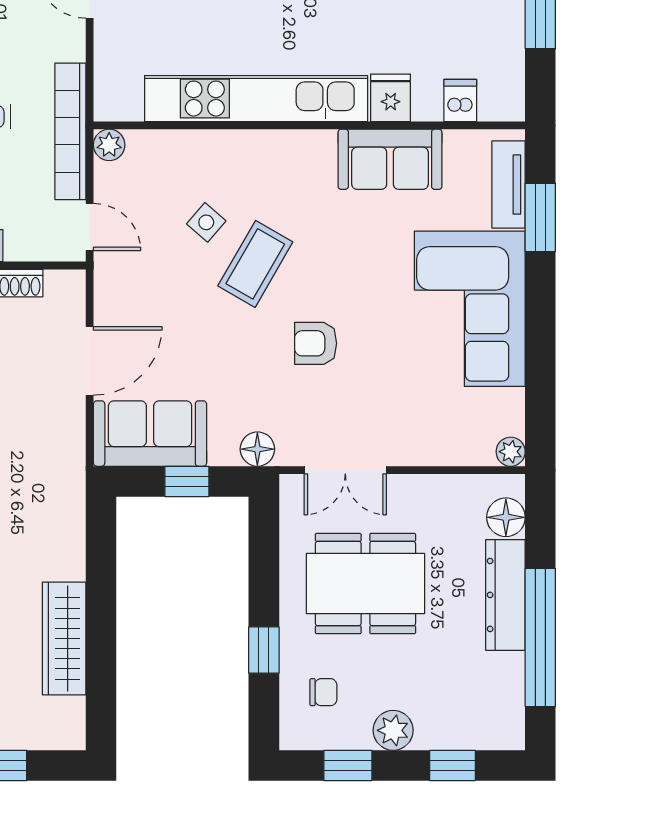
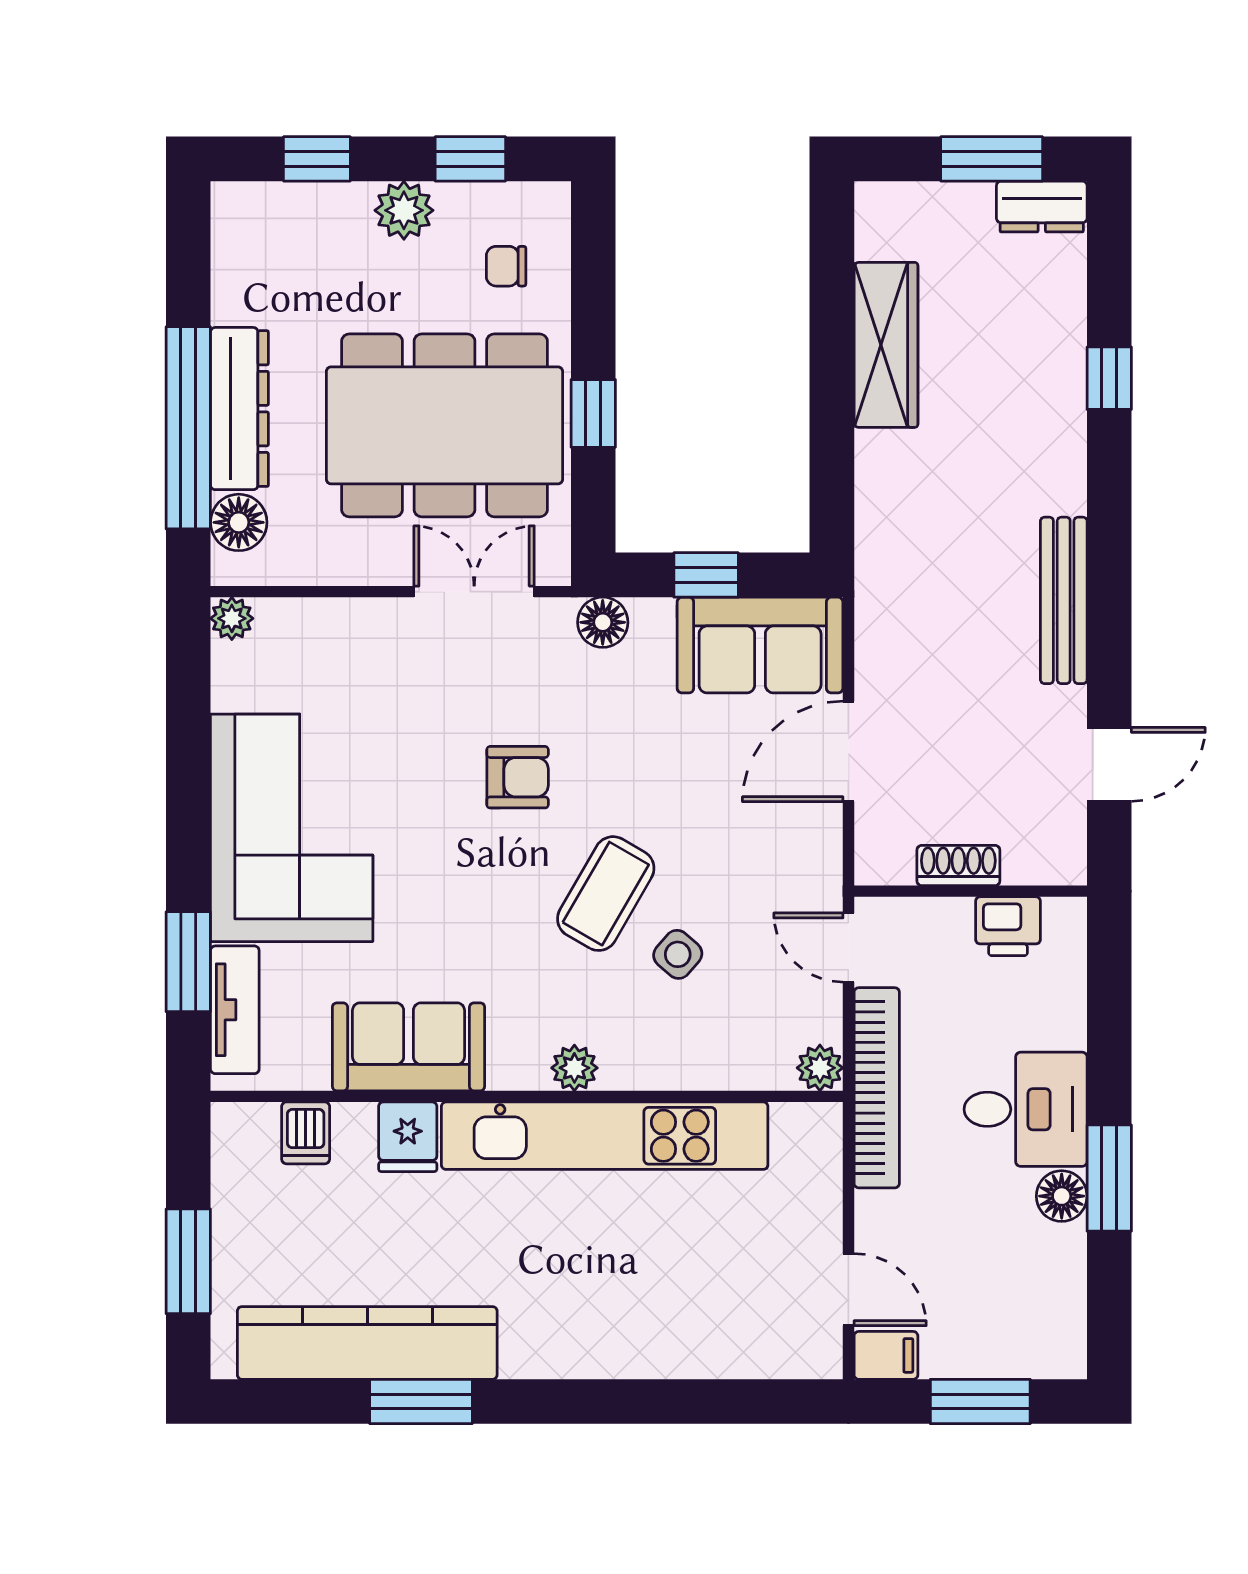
plant: (277, 145) -> (574, 1068), added
dining table: (365, 584) -> (444, 425), width x1.36, depth x1.24
window: (540, 638) -> (188, 428), moved
window: (264, 650) -> (593, 413), moved

